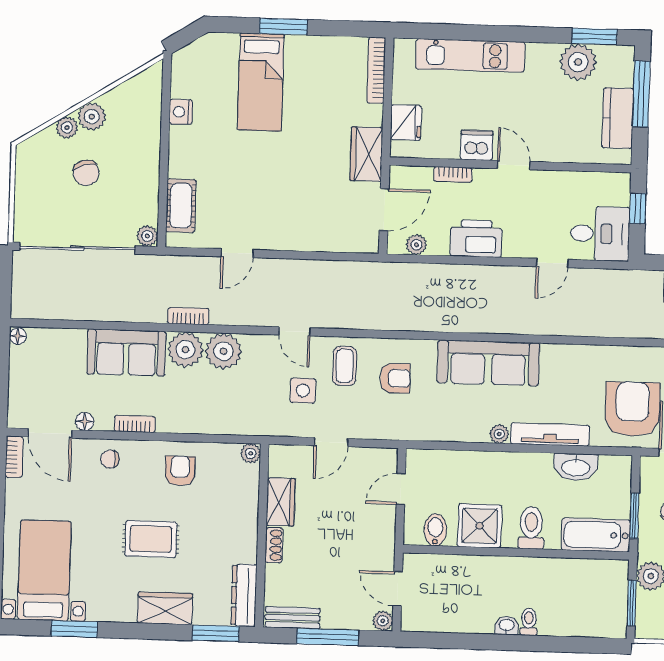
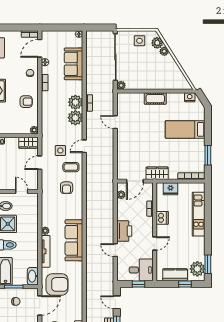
window: (283, 27) -> (208, 155), moved
plant: (578, 62) -> (197, 269), moved
window: (641, 94) -> (185, 284), width x0.46
nightstand: (181, 112) -> (190, 97), moved
plant: (92, 117) -> (157, 43), moved
door: (514, 165) -> (155, 243), moved
chair: (86, 173) -> (146, 60), removed
side table: (39, 187) -> (140, 41), added
cot: (181, 206) -> (155, 99), moved
door: (384, 210) -> (135, 181), hinge flipped
desk: (600, 234) -> (141, 270), moved, turned -90
printer: (476, 239) -> (124, 231), moved
sofa: (126, 353) -> (74, 64), moved
sofa: (488, 363) -> (74, 240), moved
door: (331, 442) -> (40, 163), hinge flipped
washbasin: (576, 467) -> (33, 276), moved
wardrobe: (281, 502) -> (29, 143), moved

